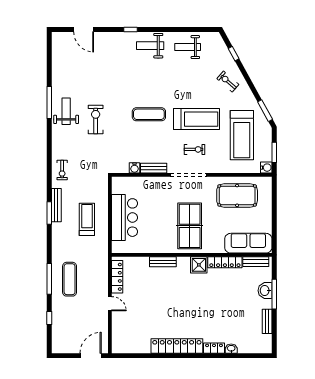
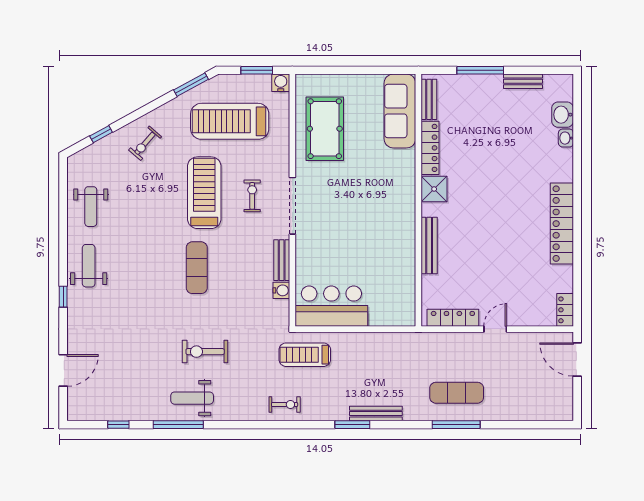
weight bench: (150, 46) -> (89, 266), turned 180
treadmill: (242, 135) -> (230, 121), turned 180
bench: (56, 205) -> (376, 414), moved
bar counter: (125, 218) -> (331, 306), moved
treadmill: (87, 219) -> (305, 355), moved
table tennis table: (190, 226) -> (373, 203), removed
bench: (163, 262) -> (429, 246), width x1.36
washbasin: (265, 291) -> (563, 115), moved, turned 90
window: (49, 318) -> (118, 425), moved
locker: (214, 348) -> (565, 310), moved

